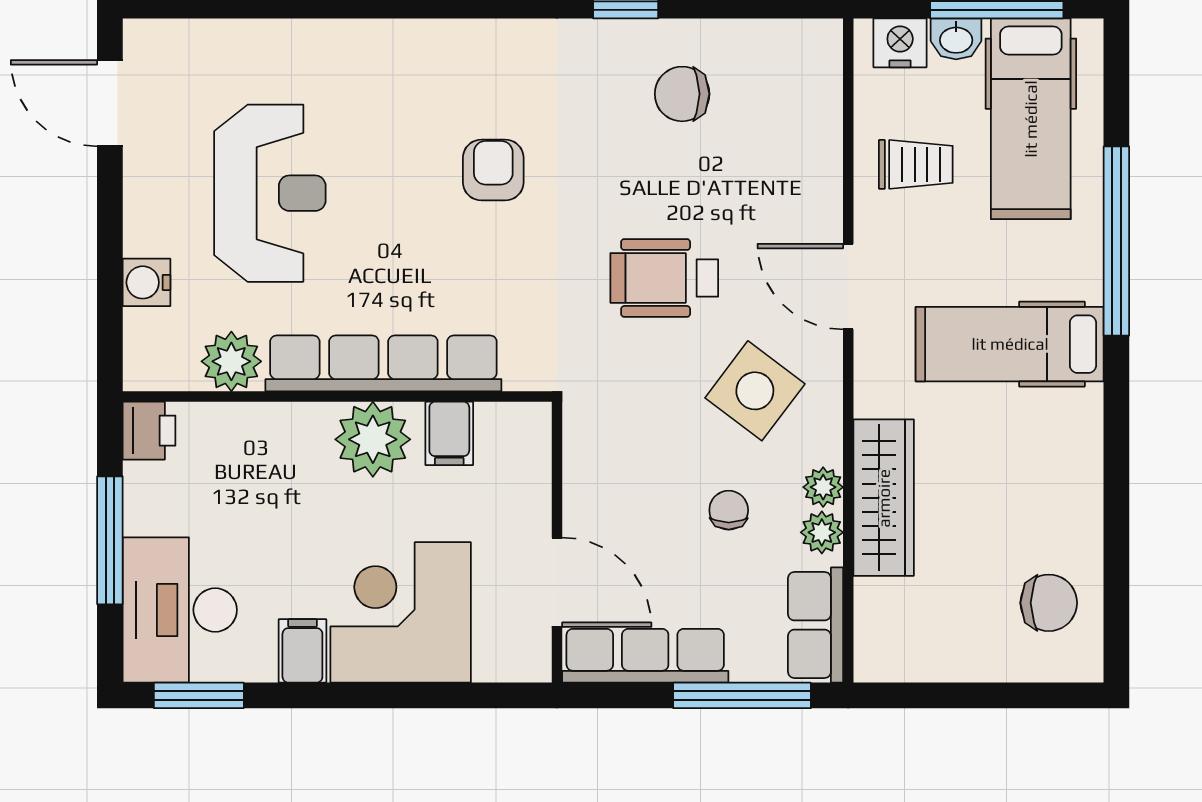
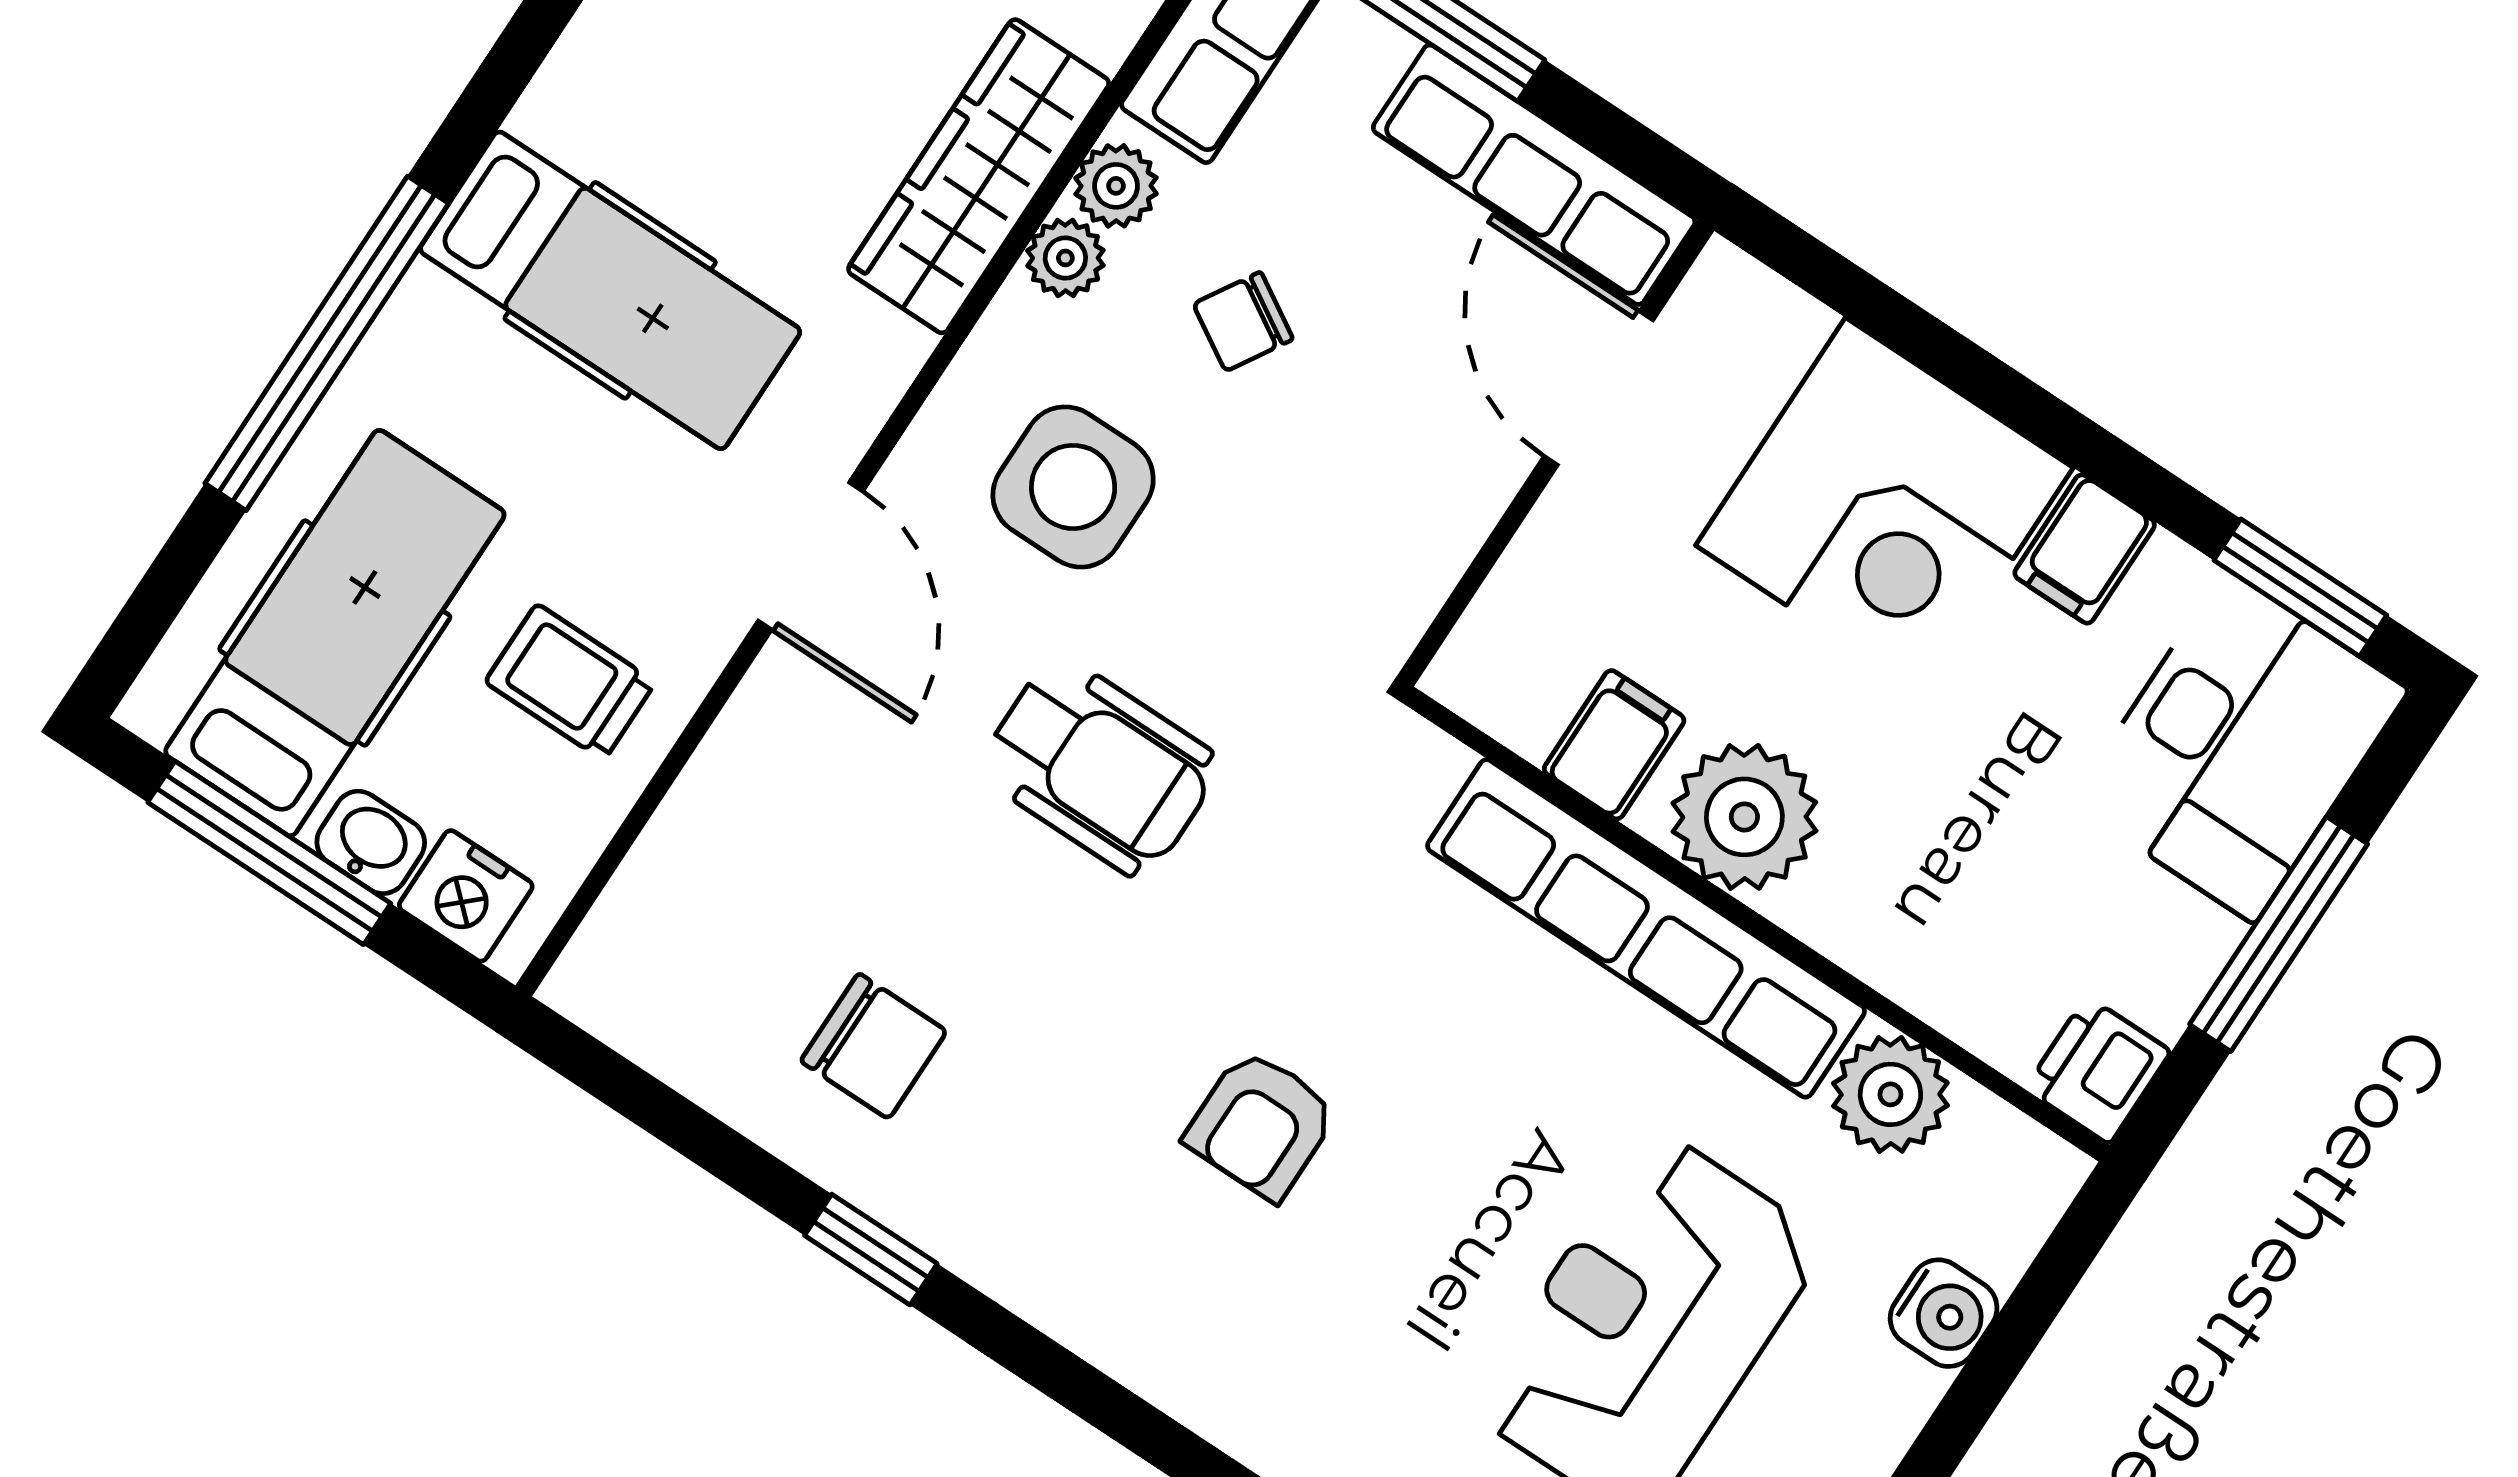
side table: (755, 391) -> (1073, 487), turned -37
chair: (729, 510) -> (1243, 322), turned 31

